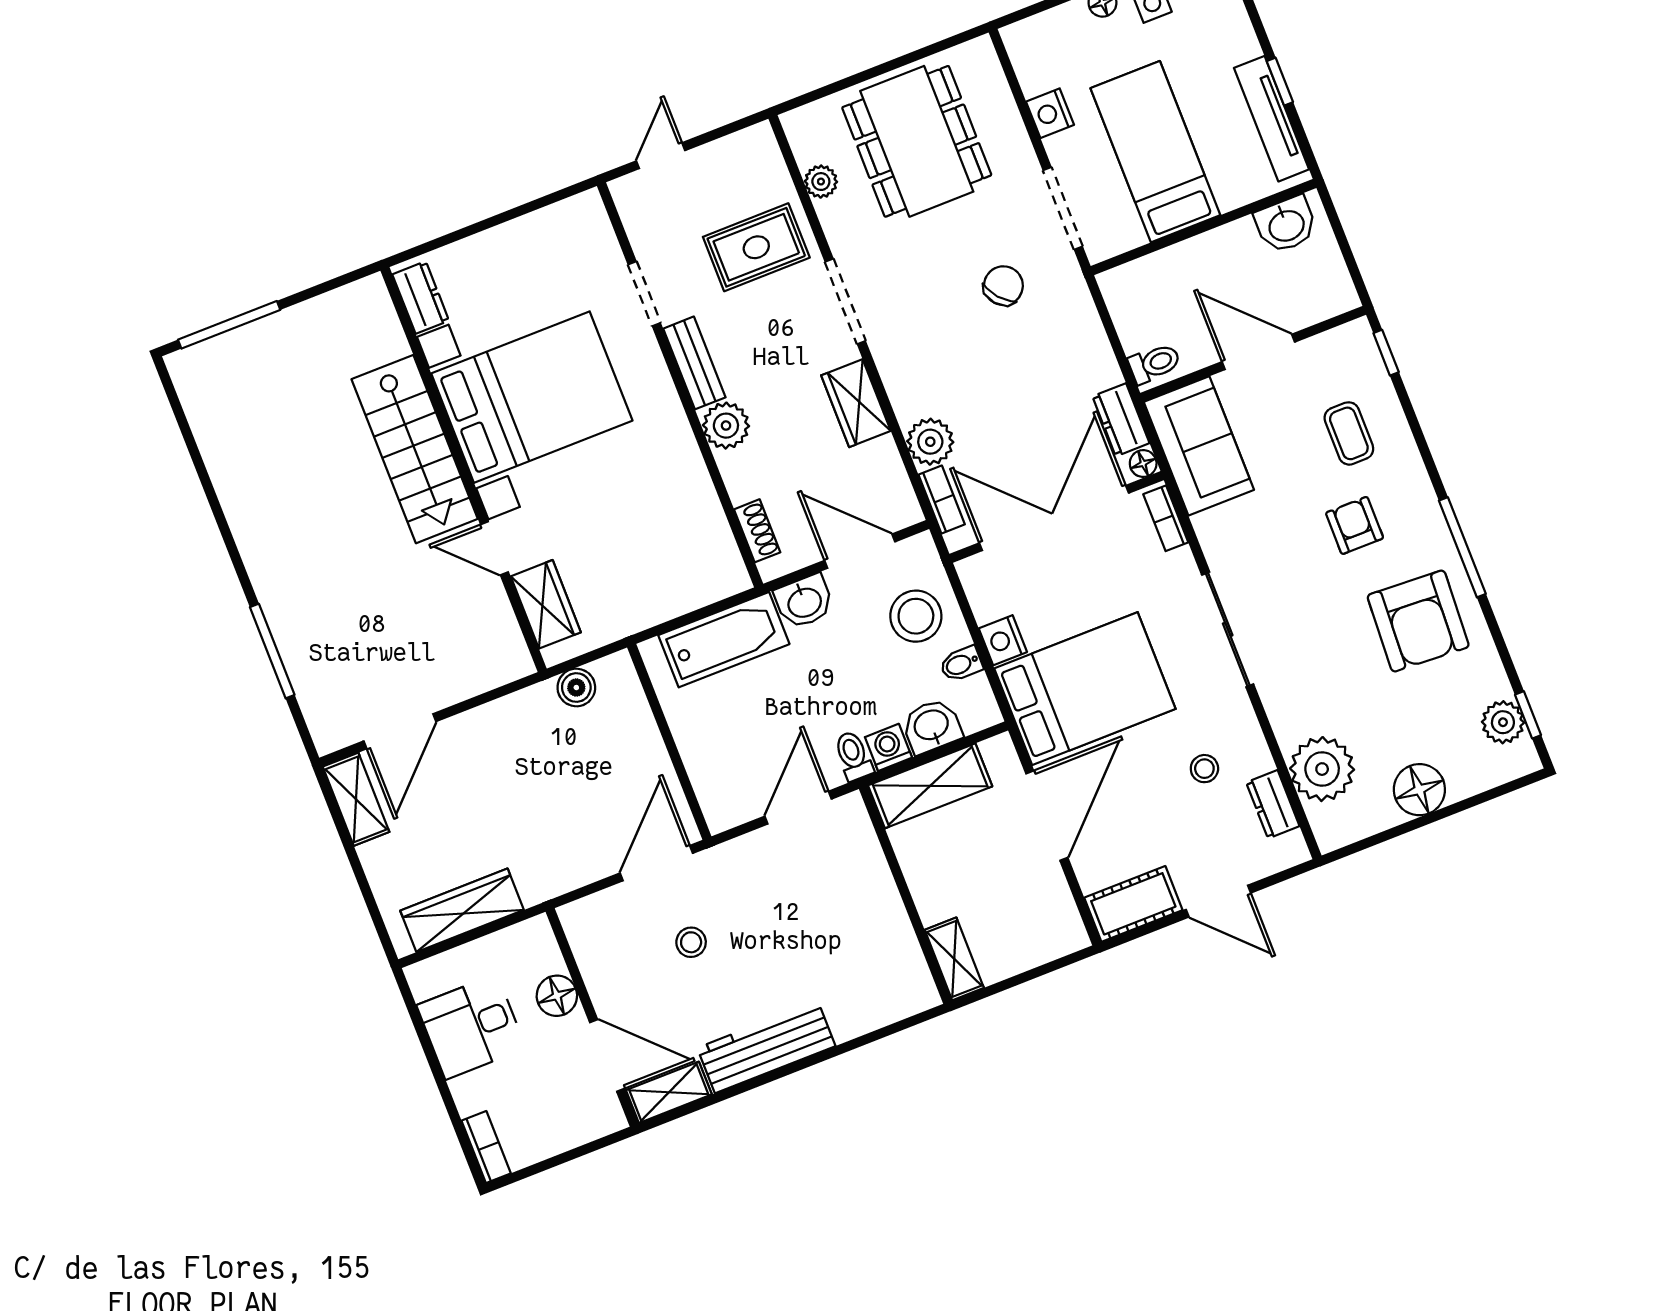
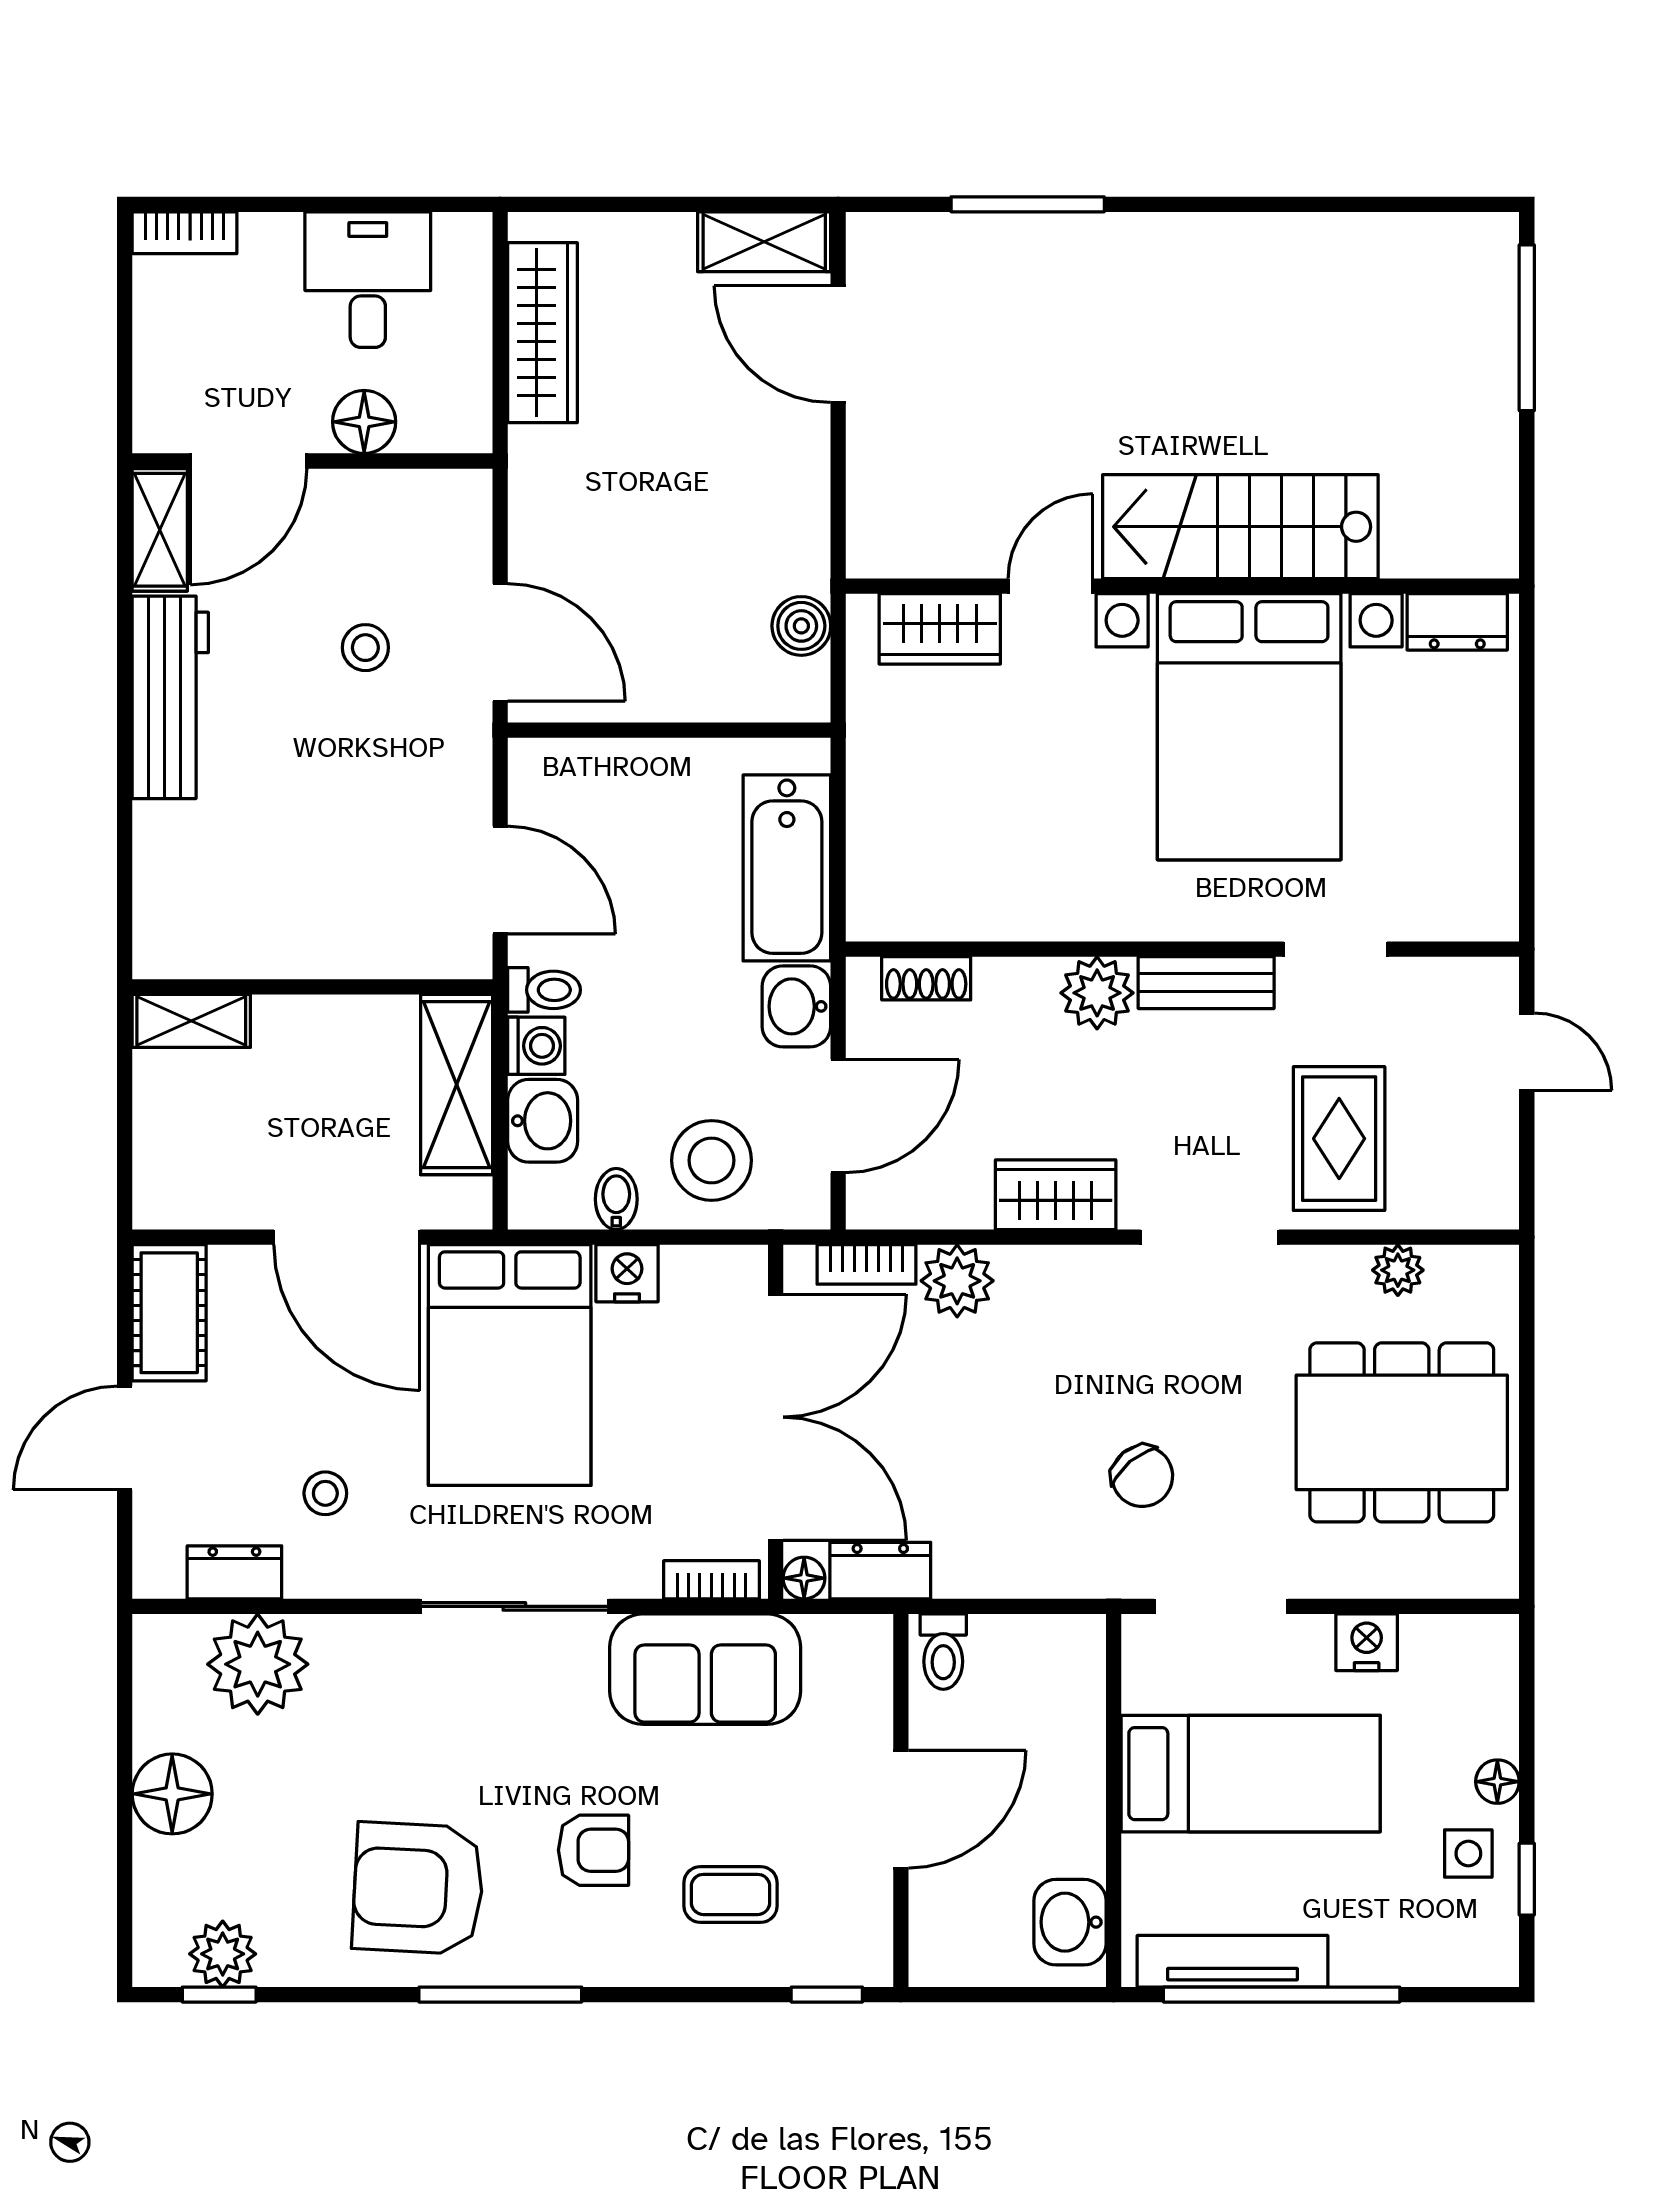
window: (1280, 82) -> (1282, 1995), width x3.17
sofa: (1199, 446) -> (705, 1669), moved

